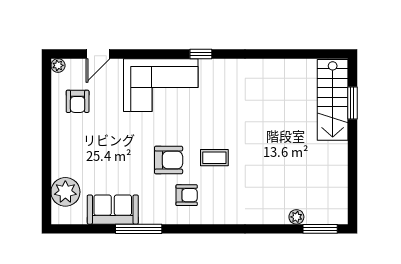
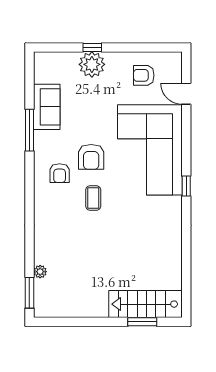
plant: (58, 65) -> (176, 58), removed
corner sofa: (161, 85) -> (150, 150), width x1.36, depth x1.36
window: (46, 159) -> (92, 47), added
plant: (65, 192) -> (92, 64), moved

